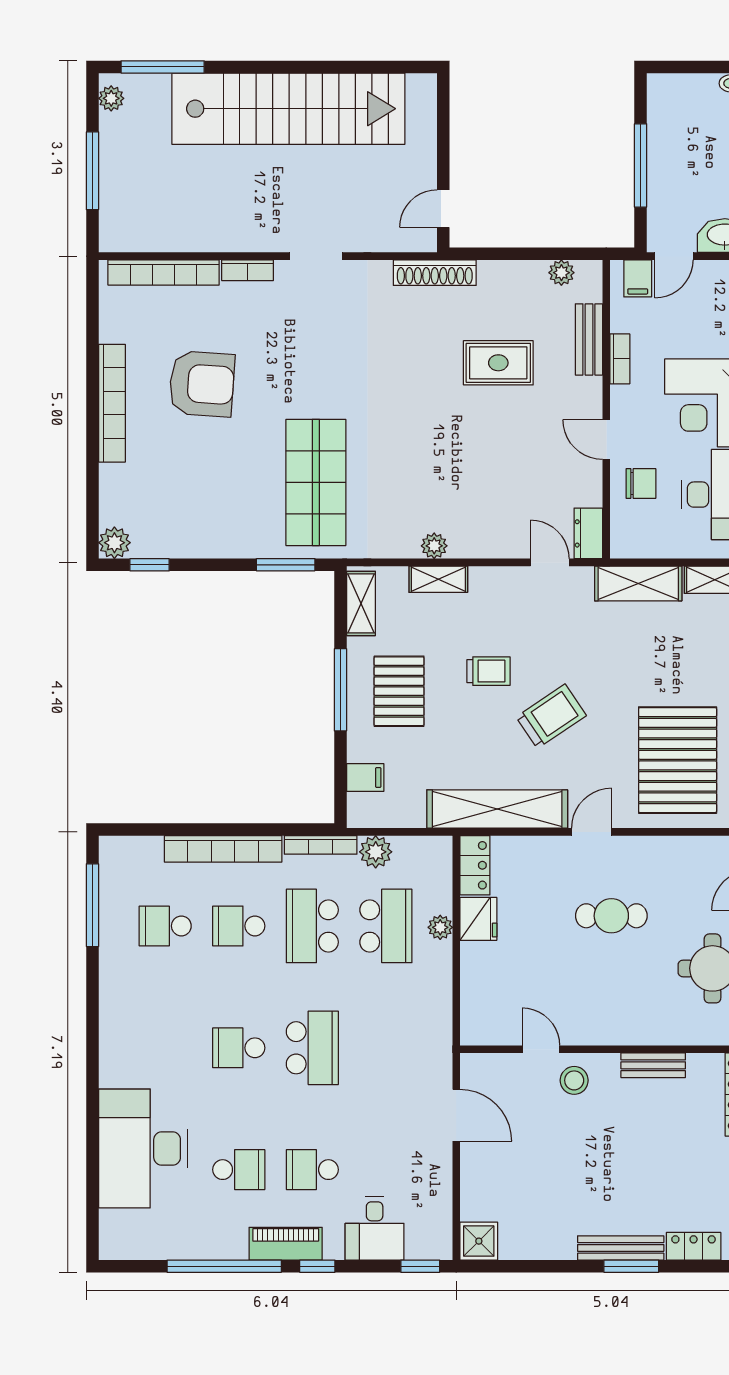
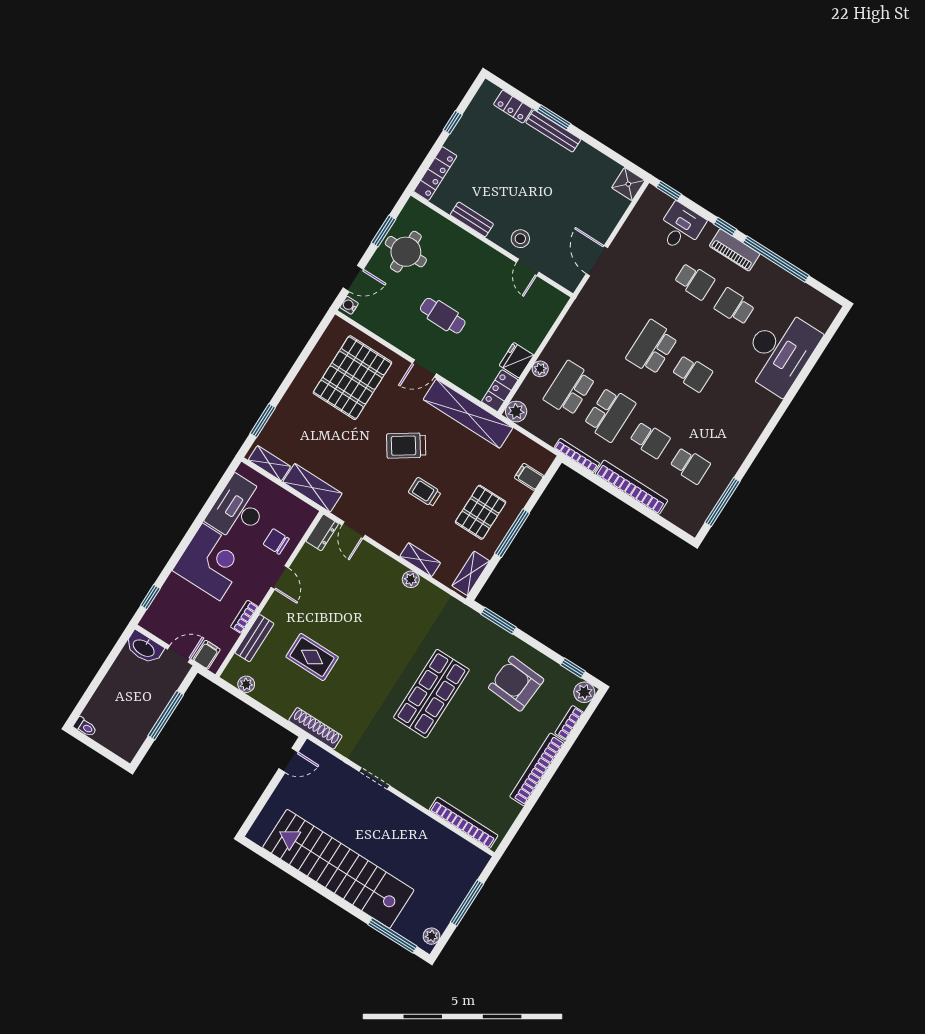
bookcase: (248, 270) -> (569, 723), moved, turned -90
armchair: (202, 384) -> (516, 684), moved
shop shelf: (316, 482) -> (431, 694), moved
plant: (376, 852) -> (516, 412), moved

